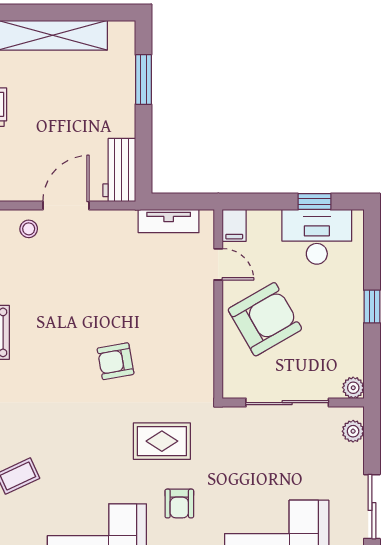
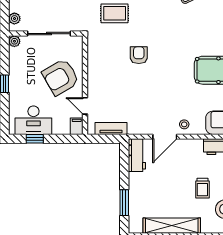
armchair: (116, 361) -> (139, 55), turned -80

